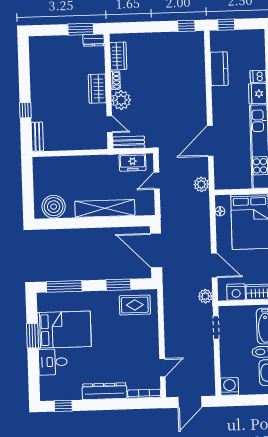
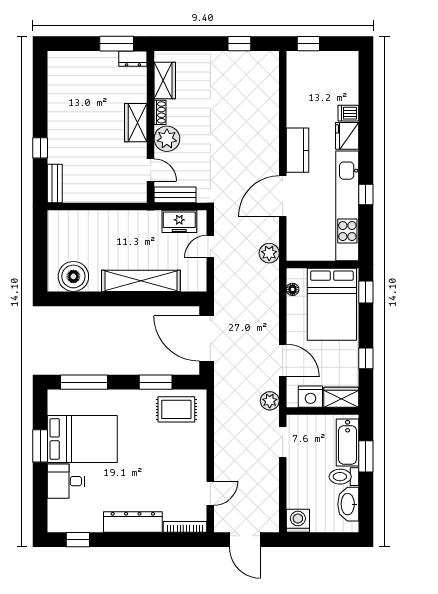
window: (186, 26) -> (239, 44), moved
kitchen counter: (219, 69) -> (297, 150), moved
door: (190, 402) -> (245, 540), hinge flipped

